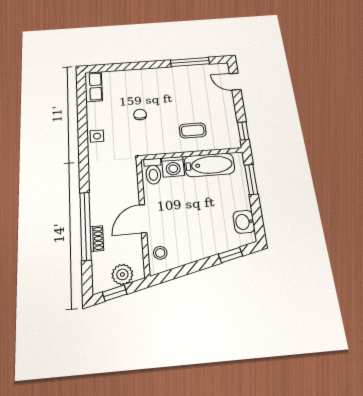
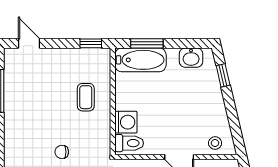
door: (235, 82) -> (29, 43), swing flipped
bathtub: (209, 165) -> (140, 60), moved, turned 90

